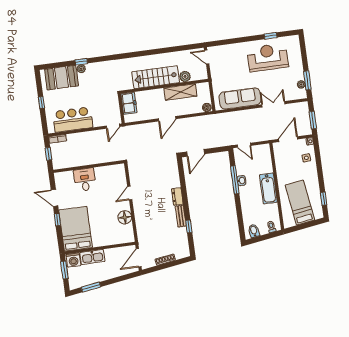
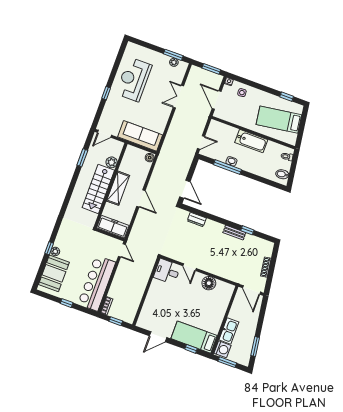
window: (271, 36) -> (106, 93), moved
window: (175, 49) -> (82, 158), added
shelving: (180, 92) -> (118, 188), moved
sofa: (240, 98) -> (140, 136), moved, turned 90
freezer: (129, 103) -> (113, 227), width x1.40
bar counter: (73, 120) -> (97, 283), width x1.36
desk: (85, 180) -> (167, 271), moved
dresser: (177, 196) -> (197, 220), moved
window: (57, 220) -> (191, 349), moved
bed: (76, 229) -> (194, 337), width x0.67

